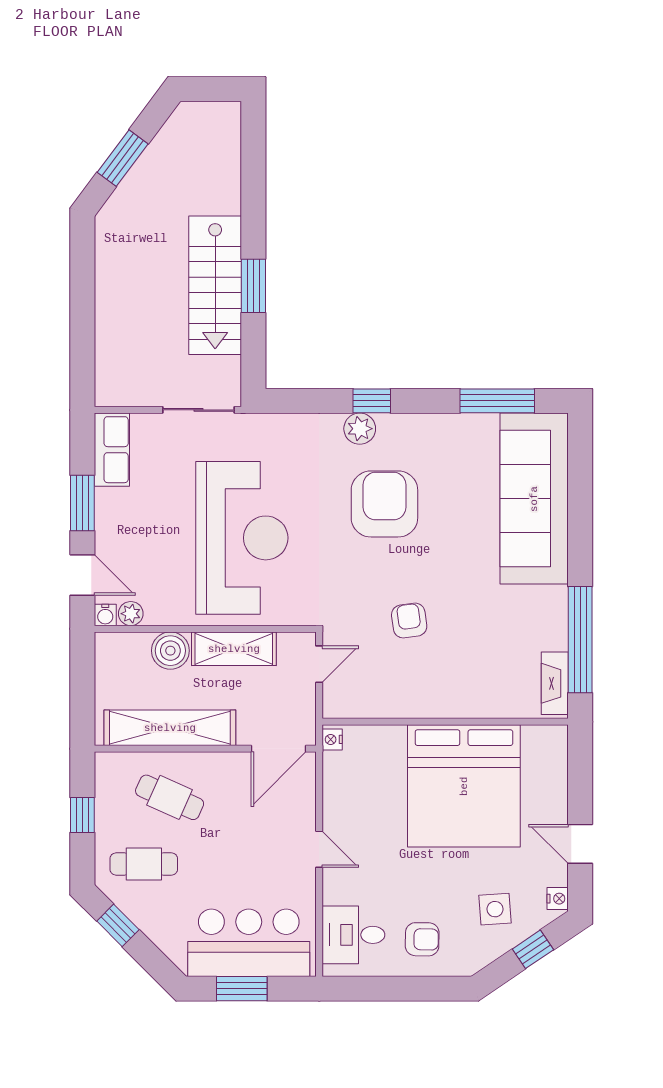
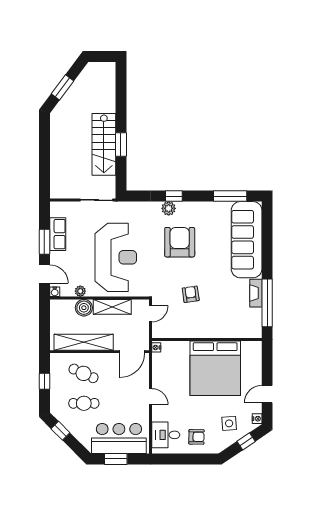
row of seats: (112, 450) -> (58, 234), moved
plant: (131, 614) -> (80, 291), moved
fireplace: (555, 683) -> (256, 293), moved
door: (580, 844) -> (267, 394), hinge flipped
cafe table: (144, 864) -> (84, 403), moved

